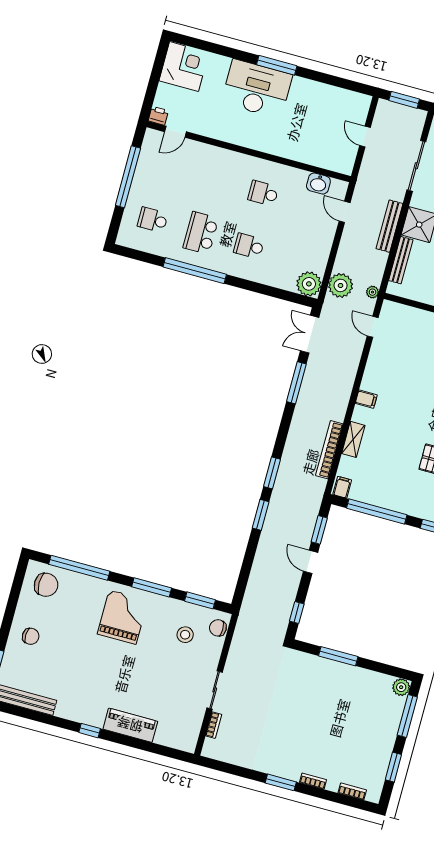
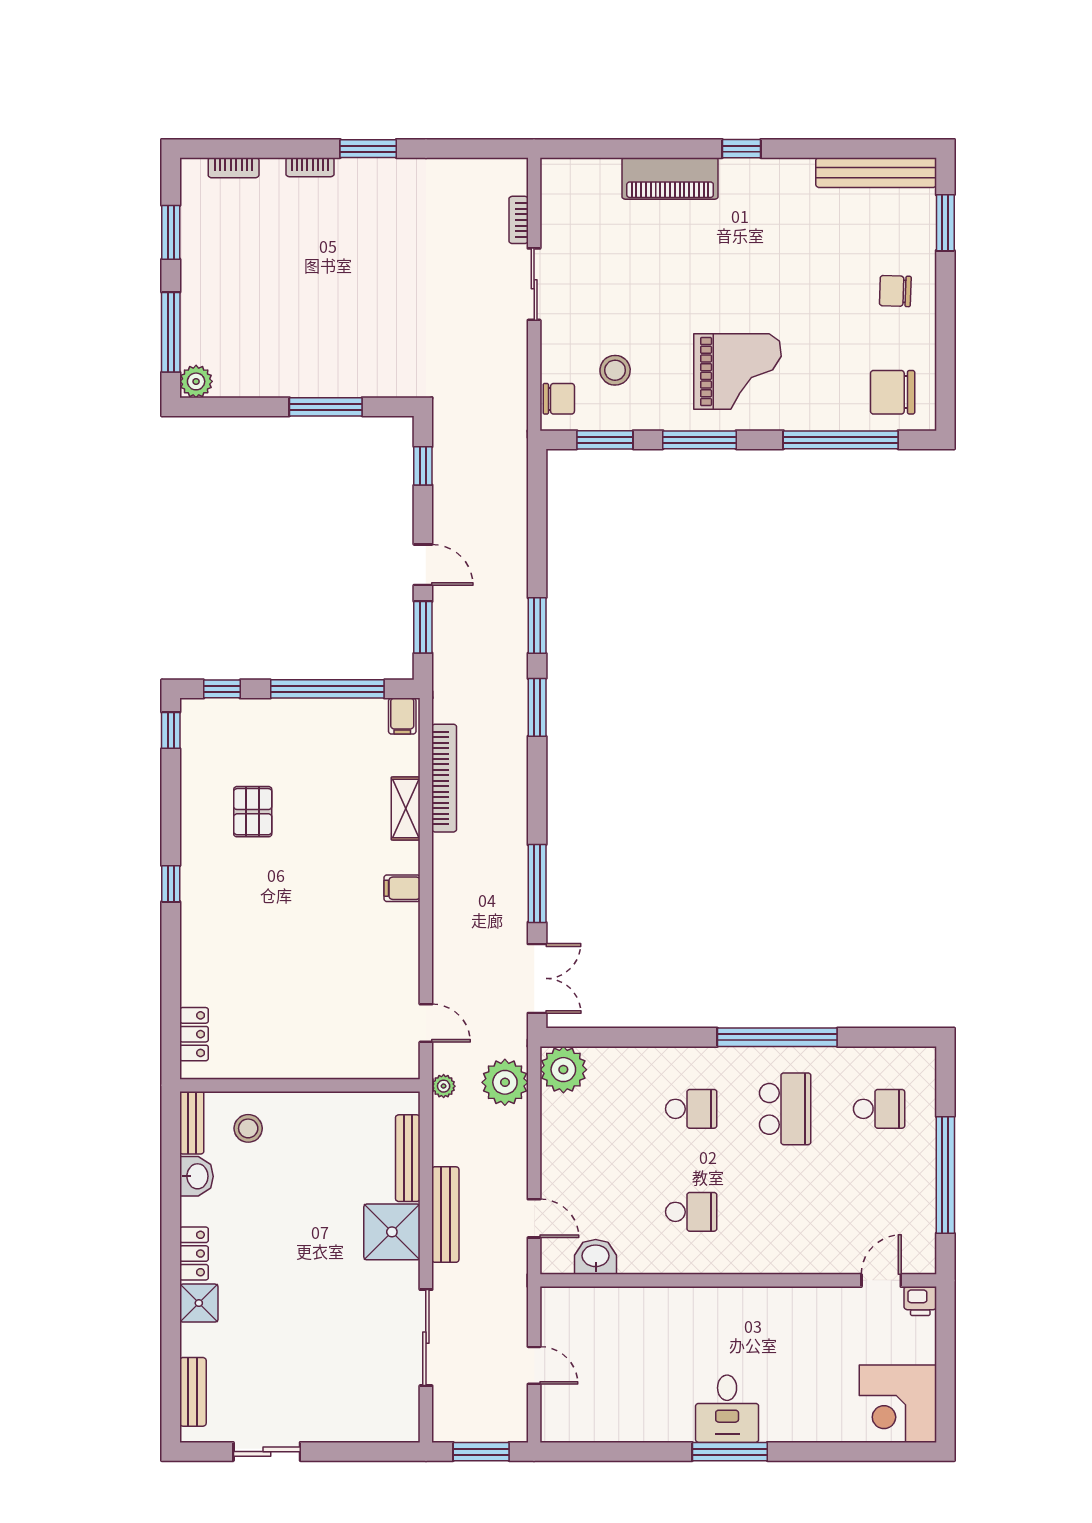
desk: (257, 89) -> (727, 1409), width x0.53, depth x0.77
grand piano: (123, 617) -> (737, 372), turned -90

